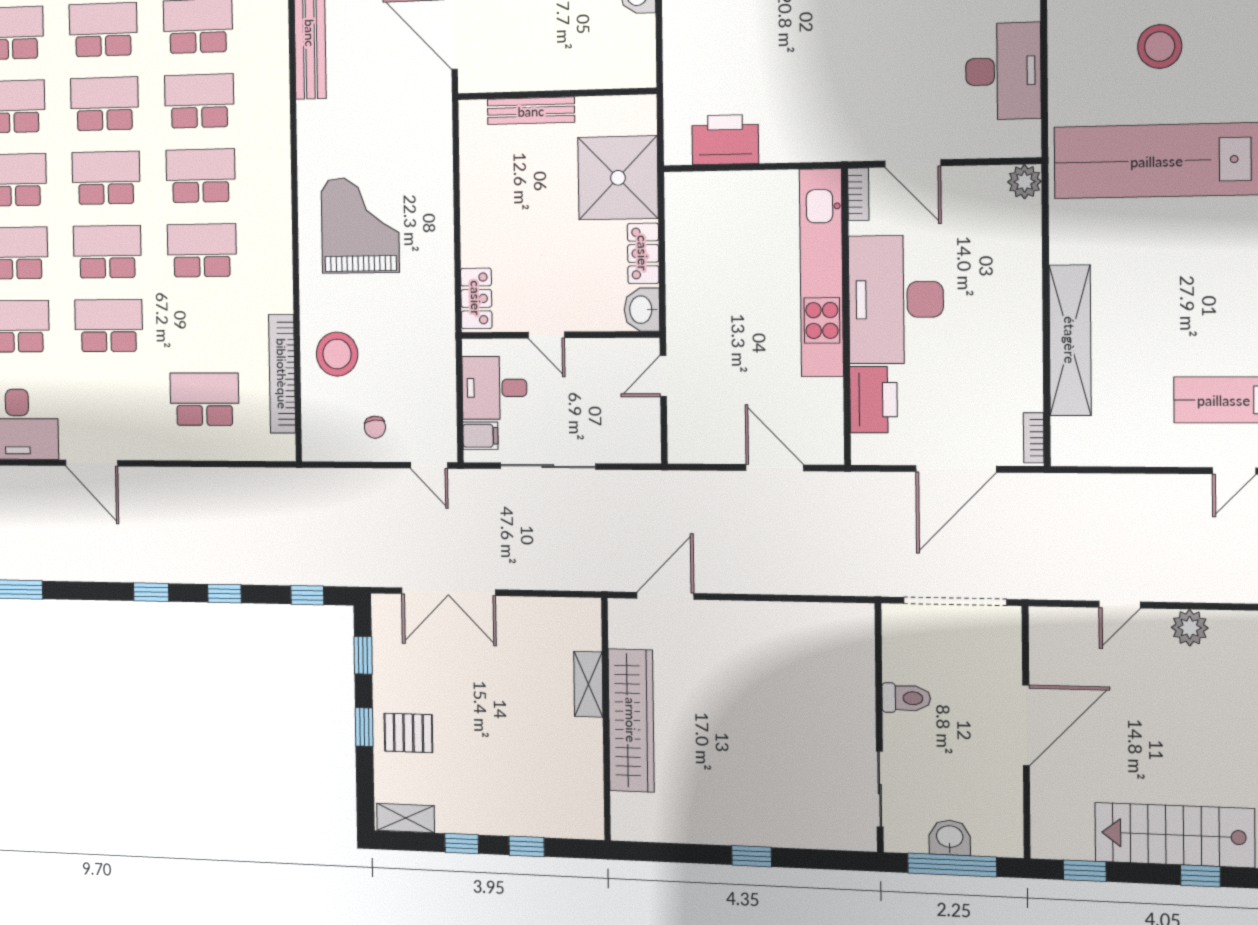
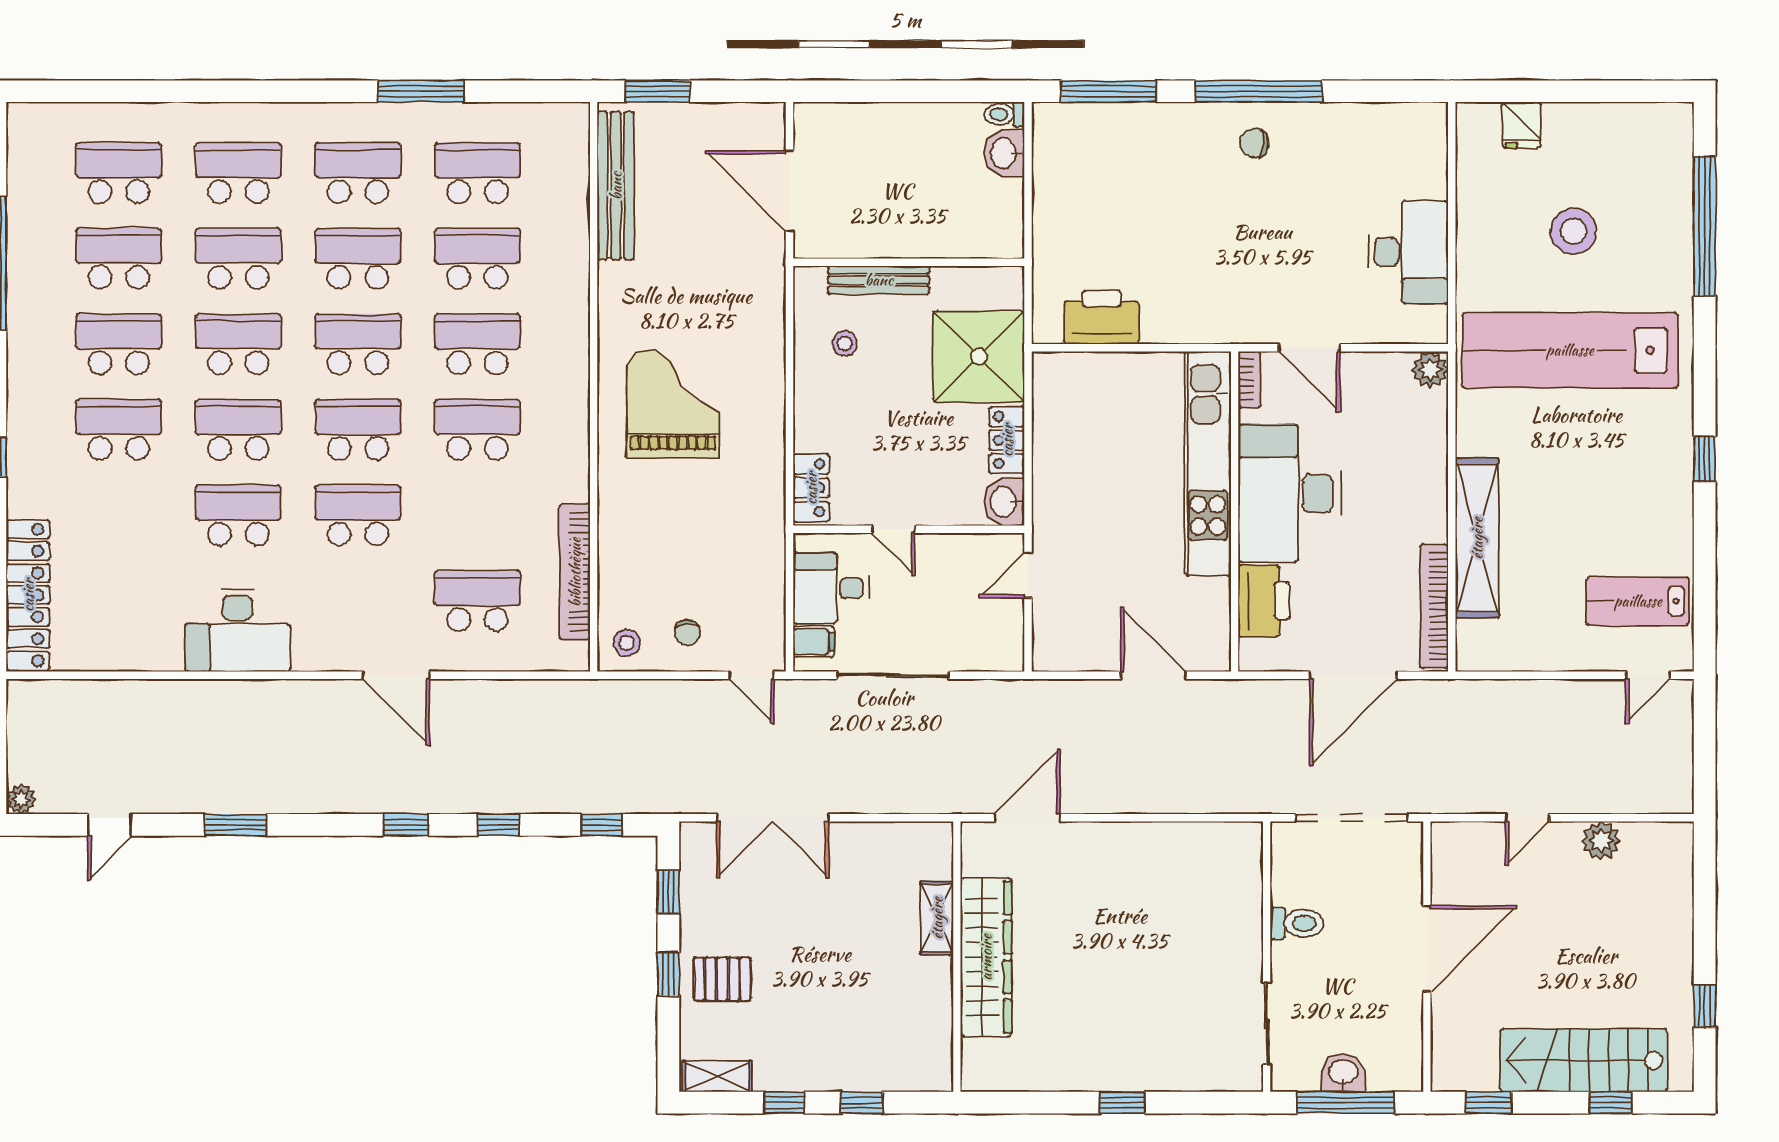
stool: (503, 169) -> (845, 343), added
stool: (337, 354) -> (627, 643), moved, width x0.53, depth x0.53
bookcase: (1034, 438) -> (1434, 606), width x2.31, depth x1.31
door: (92, 463) -> (396, 675), moved

